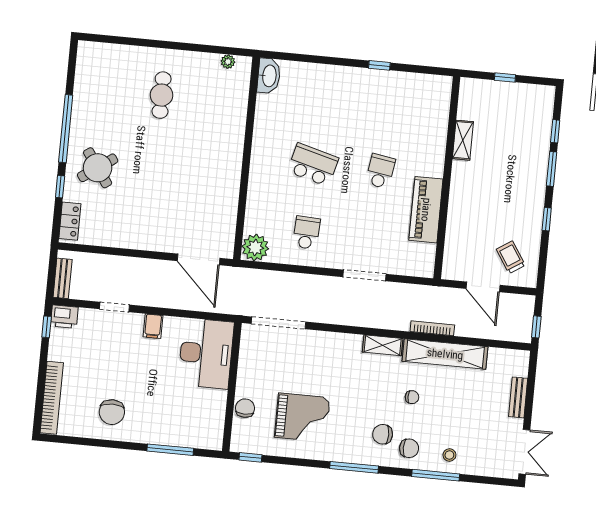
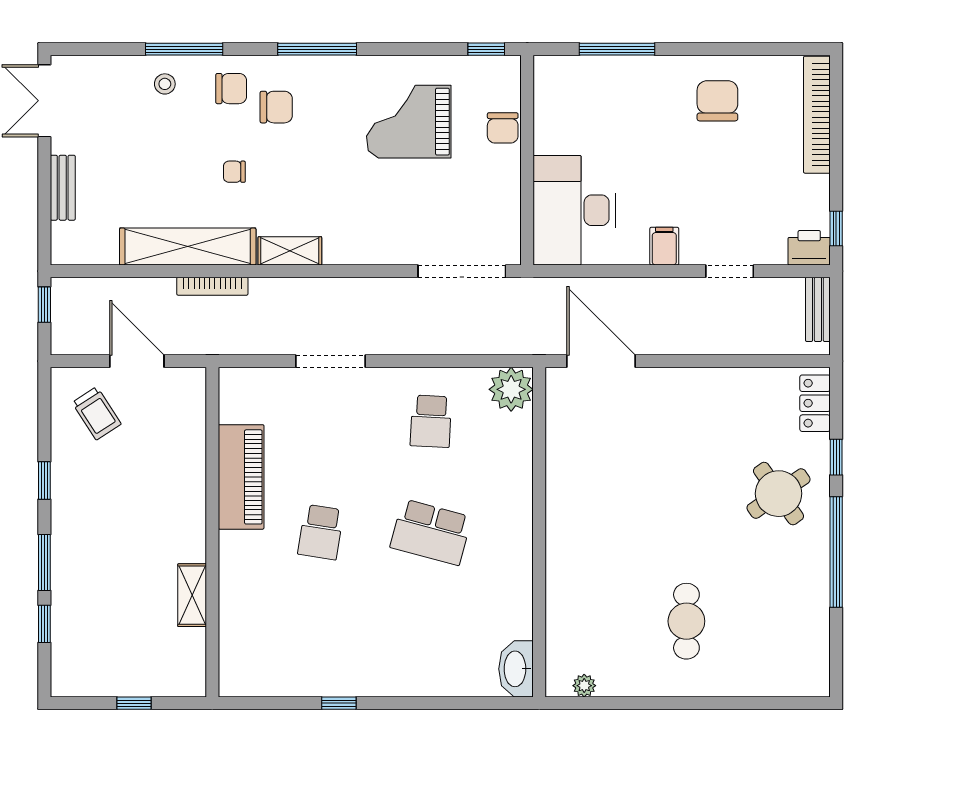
chair: (409, 448) -> (231, 89), turned 180

